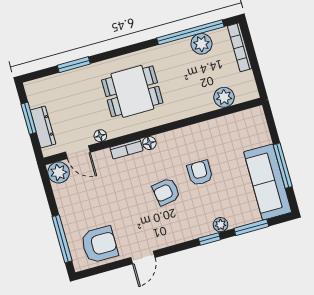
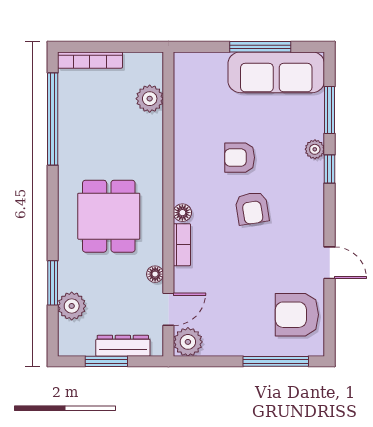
plant: (201, 44) -> (72, 306), moved
armchair: (99, 245) -> (297, 315), turned -90

